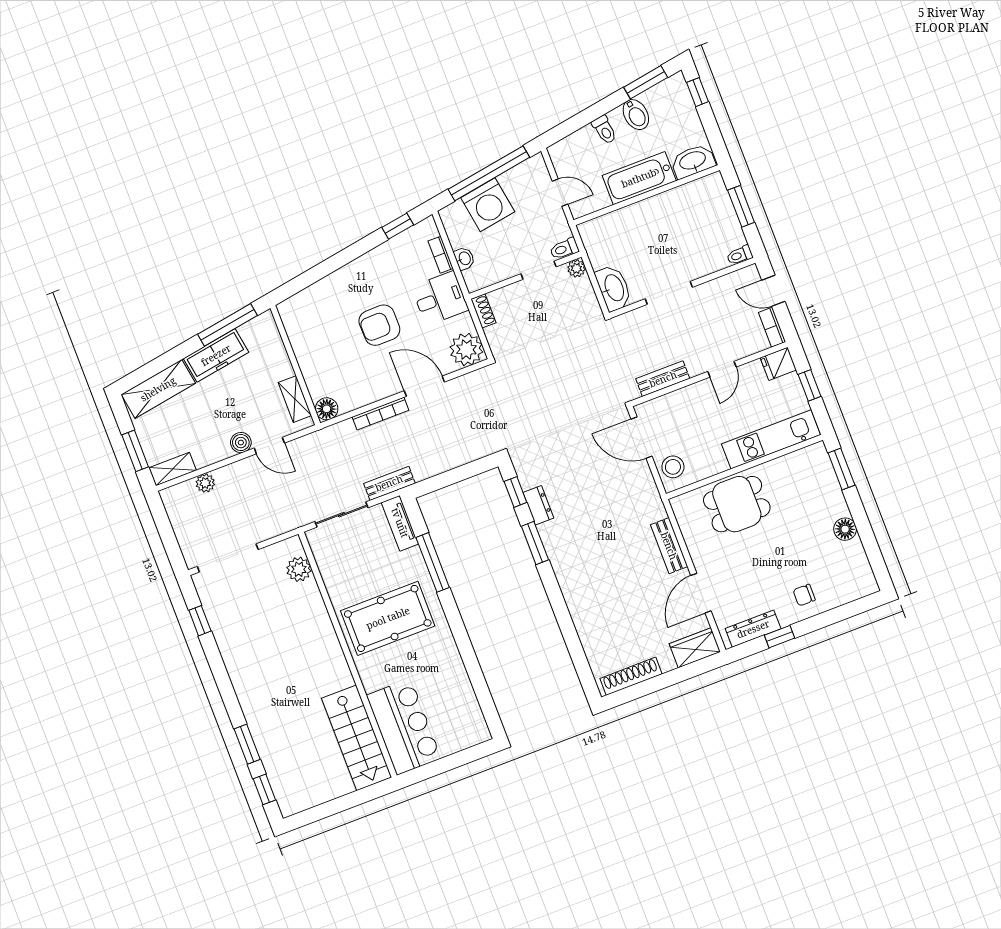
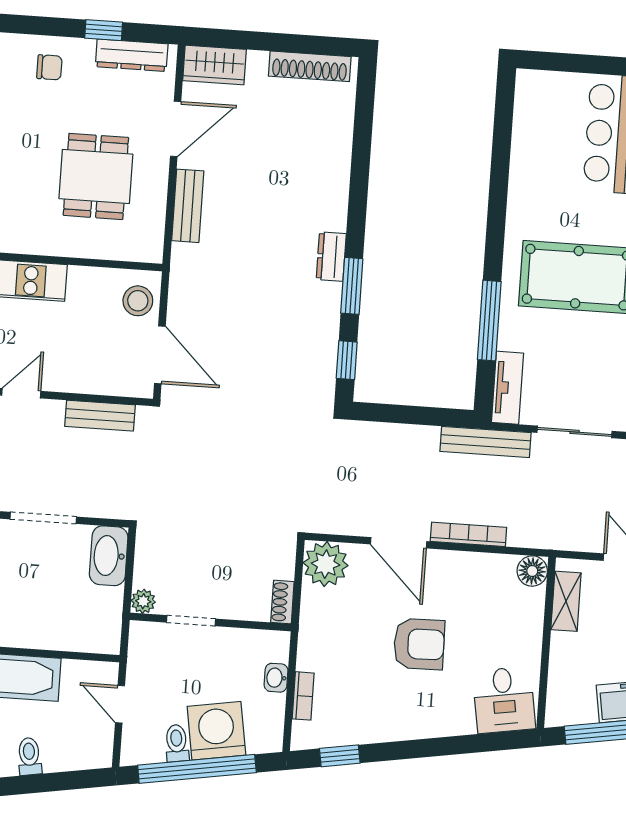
toilet: (564, 249) -> (177, 743), moved, turned -99
desk: (440, 298) -> (504, 700), moved, turned -99
bench: (389, 483) -> (485, 442), width x1.36
dining table: (737, 504) -> (96, 176), moved, turned 90
dresser: (538, 505) -> (331, 257), moved

